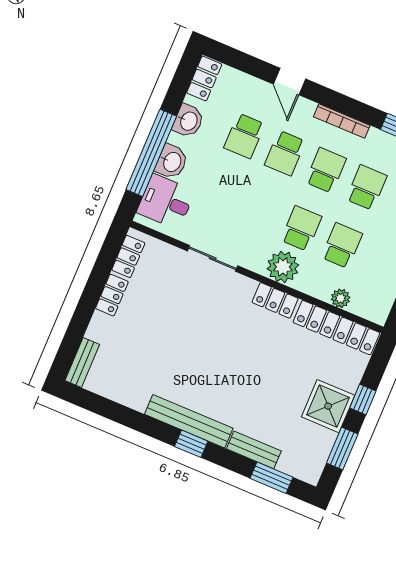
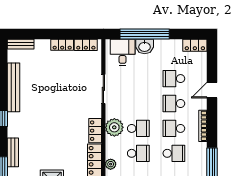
washbasin: (188, 121) -> (169, 46), removed
school desk: (326, 170) -> (174, 128), turned 180
bench: (189, 421) -> (14, 87), moved

